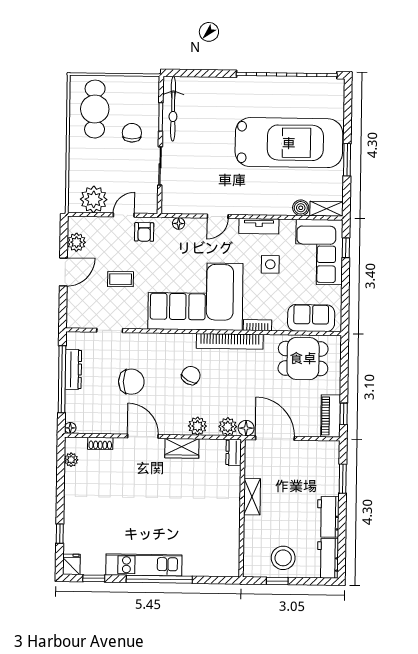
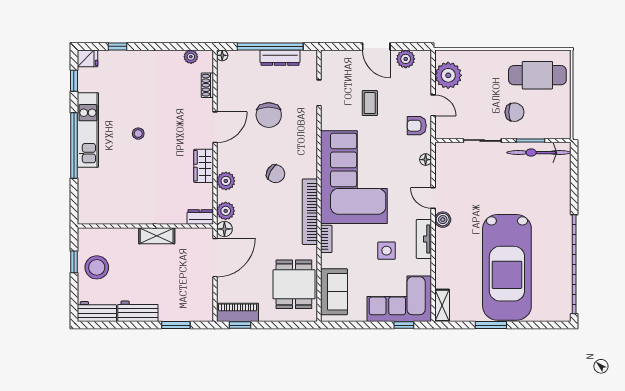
boiler: (301, 208) -> (443, 220), moved
stool: (148, 514) -> (138, 134), added

